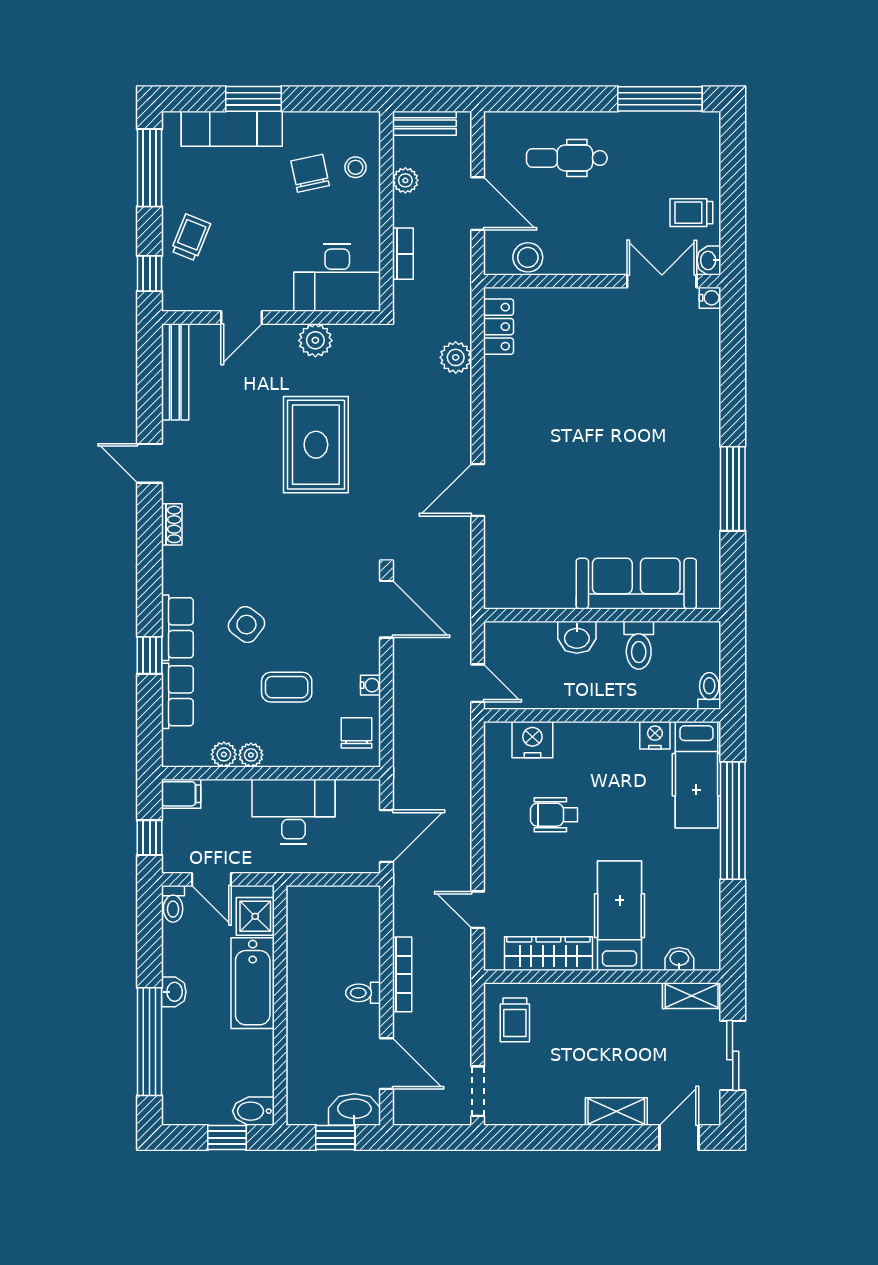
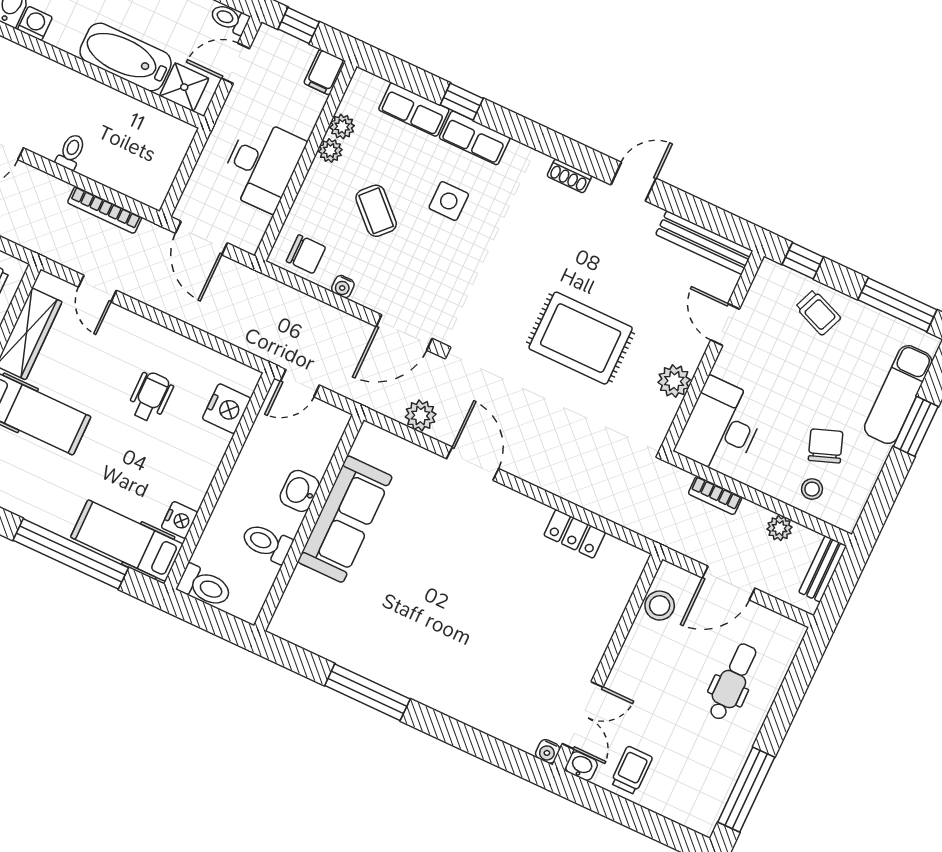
chair: (310, 173) -> (826, 446), turned -98
locker: (498, 327) -> (575, 534), moved
plant: (456, 357) -> (421, 416), moved
sofa: (636, 584) -> (345, 519), moved
side table: (246, 625) -> (449, 201), turned -37
coffee table: (287, 687) -> (376, 211), turned -46
toilet: (709, 691) -> (205, 586), width x1.37, depth x1.39
door: (478, 910) -> (97, 289), swing flipped
bookcase: (402, 974) -> (105, 210), moved
washing machine: (261, 1081) -> (35, 23), added

